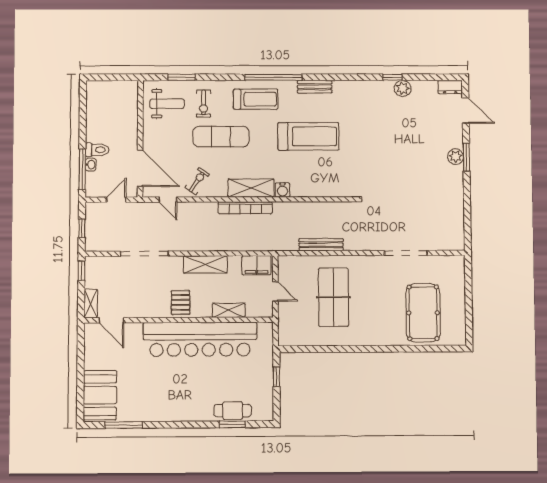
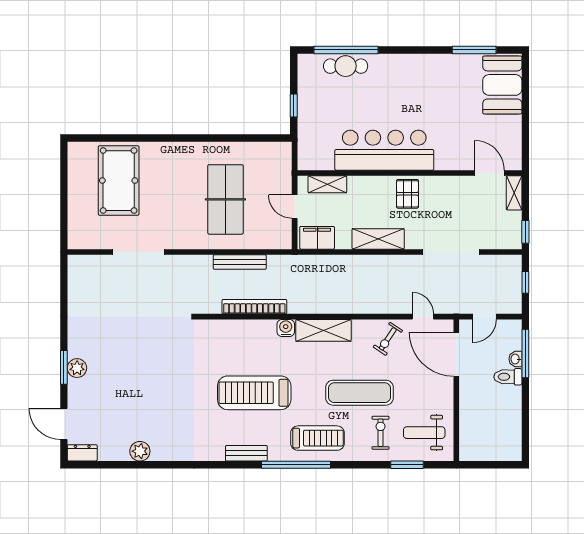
window: (392, 77) -> (152, 465), removed
treadmill: (256, 99) -> (318, 438), turned 180
bookcase: (245, 208) -> (254, 307), moved
shelving: (229, 310) -> (327, 184), moved
bar counter: (200, 339) -> (384, 150), width x0.73
window: (232, 424) -> (346, 50), width x2.11

